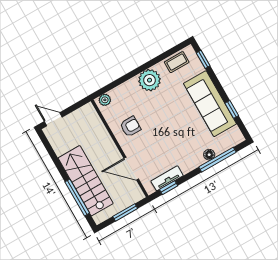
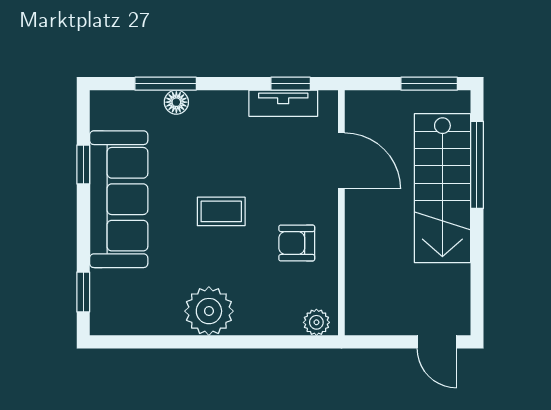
coffee table: (177, 62) -> (221, 211), moved
window: (218, 160) -> (166, 84), width x0.69
window: (125, 212) -> (429, 84), moved

